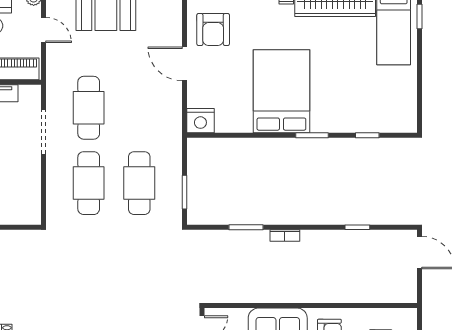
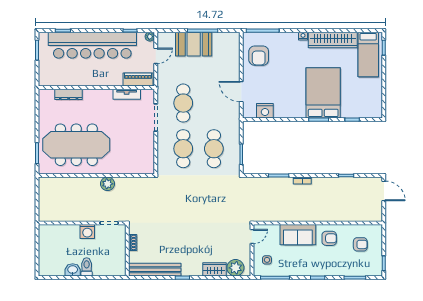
door: (43, 30) -> (156, 56), hinge flipped
door: (184, 64) -> (241, 92), moved
bed: (281, 91) -> (323, 93), moved
nightstand: (200, 121) -> (265, 111), moved

